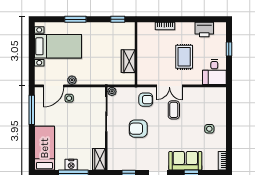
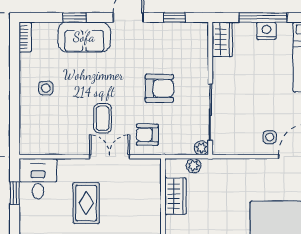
window: (229, 49) -> (15, 193), moved
plant: (72, 80) -> (194, 166), moved

